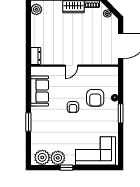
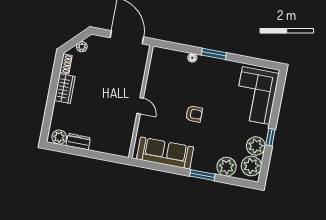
dresser: (36, 56) -> (78, 142), moved
sofa: (40, 91) -> (165, 153), width x1.36
armchair: (95, 98) -> (188, 83), removed
plant: (38, 139) -> (227, 167), added

